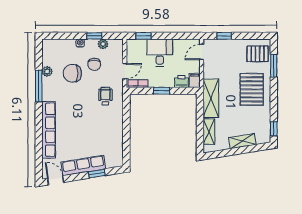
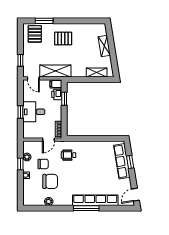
window: (143, 36) -> (20, 112), moved
door: (125, 71) -> (49, 140), swing flipped
chair: (72, 73) -> (50, 181), turned -90
window: (39, 86) -> (86, 208), moved
pallet: (252, 89) -> (63, 39), width x0.67, depth x0.71
window: (162, 91) -> (64, 99), moved
shelving: (211, 98) -> (55, 71), moved
window: (274, 129) -> (94, 21), removed
row of seats: (83, 165) -> (122, 161), moved

